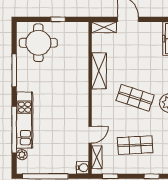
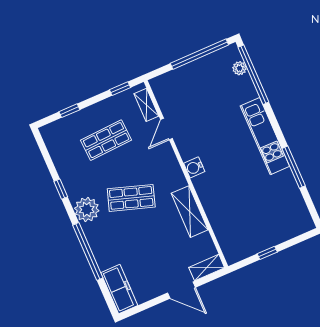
round table: (38, 43) -> (279, 214), removed
kitchen unit: (25, 120) -> (265, 136), moved
window: (14, 130) -> (253, 75), moved
water cooler: (83, 168) -> (194, 167), moved

